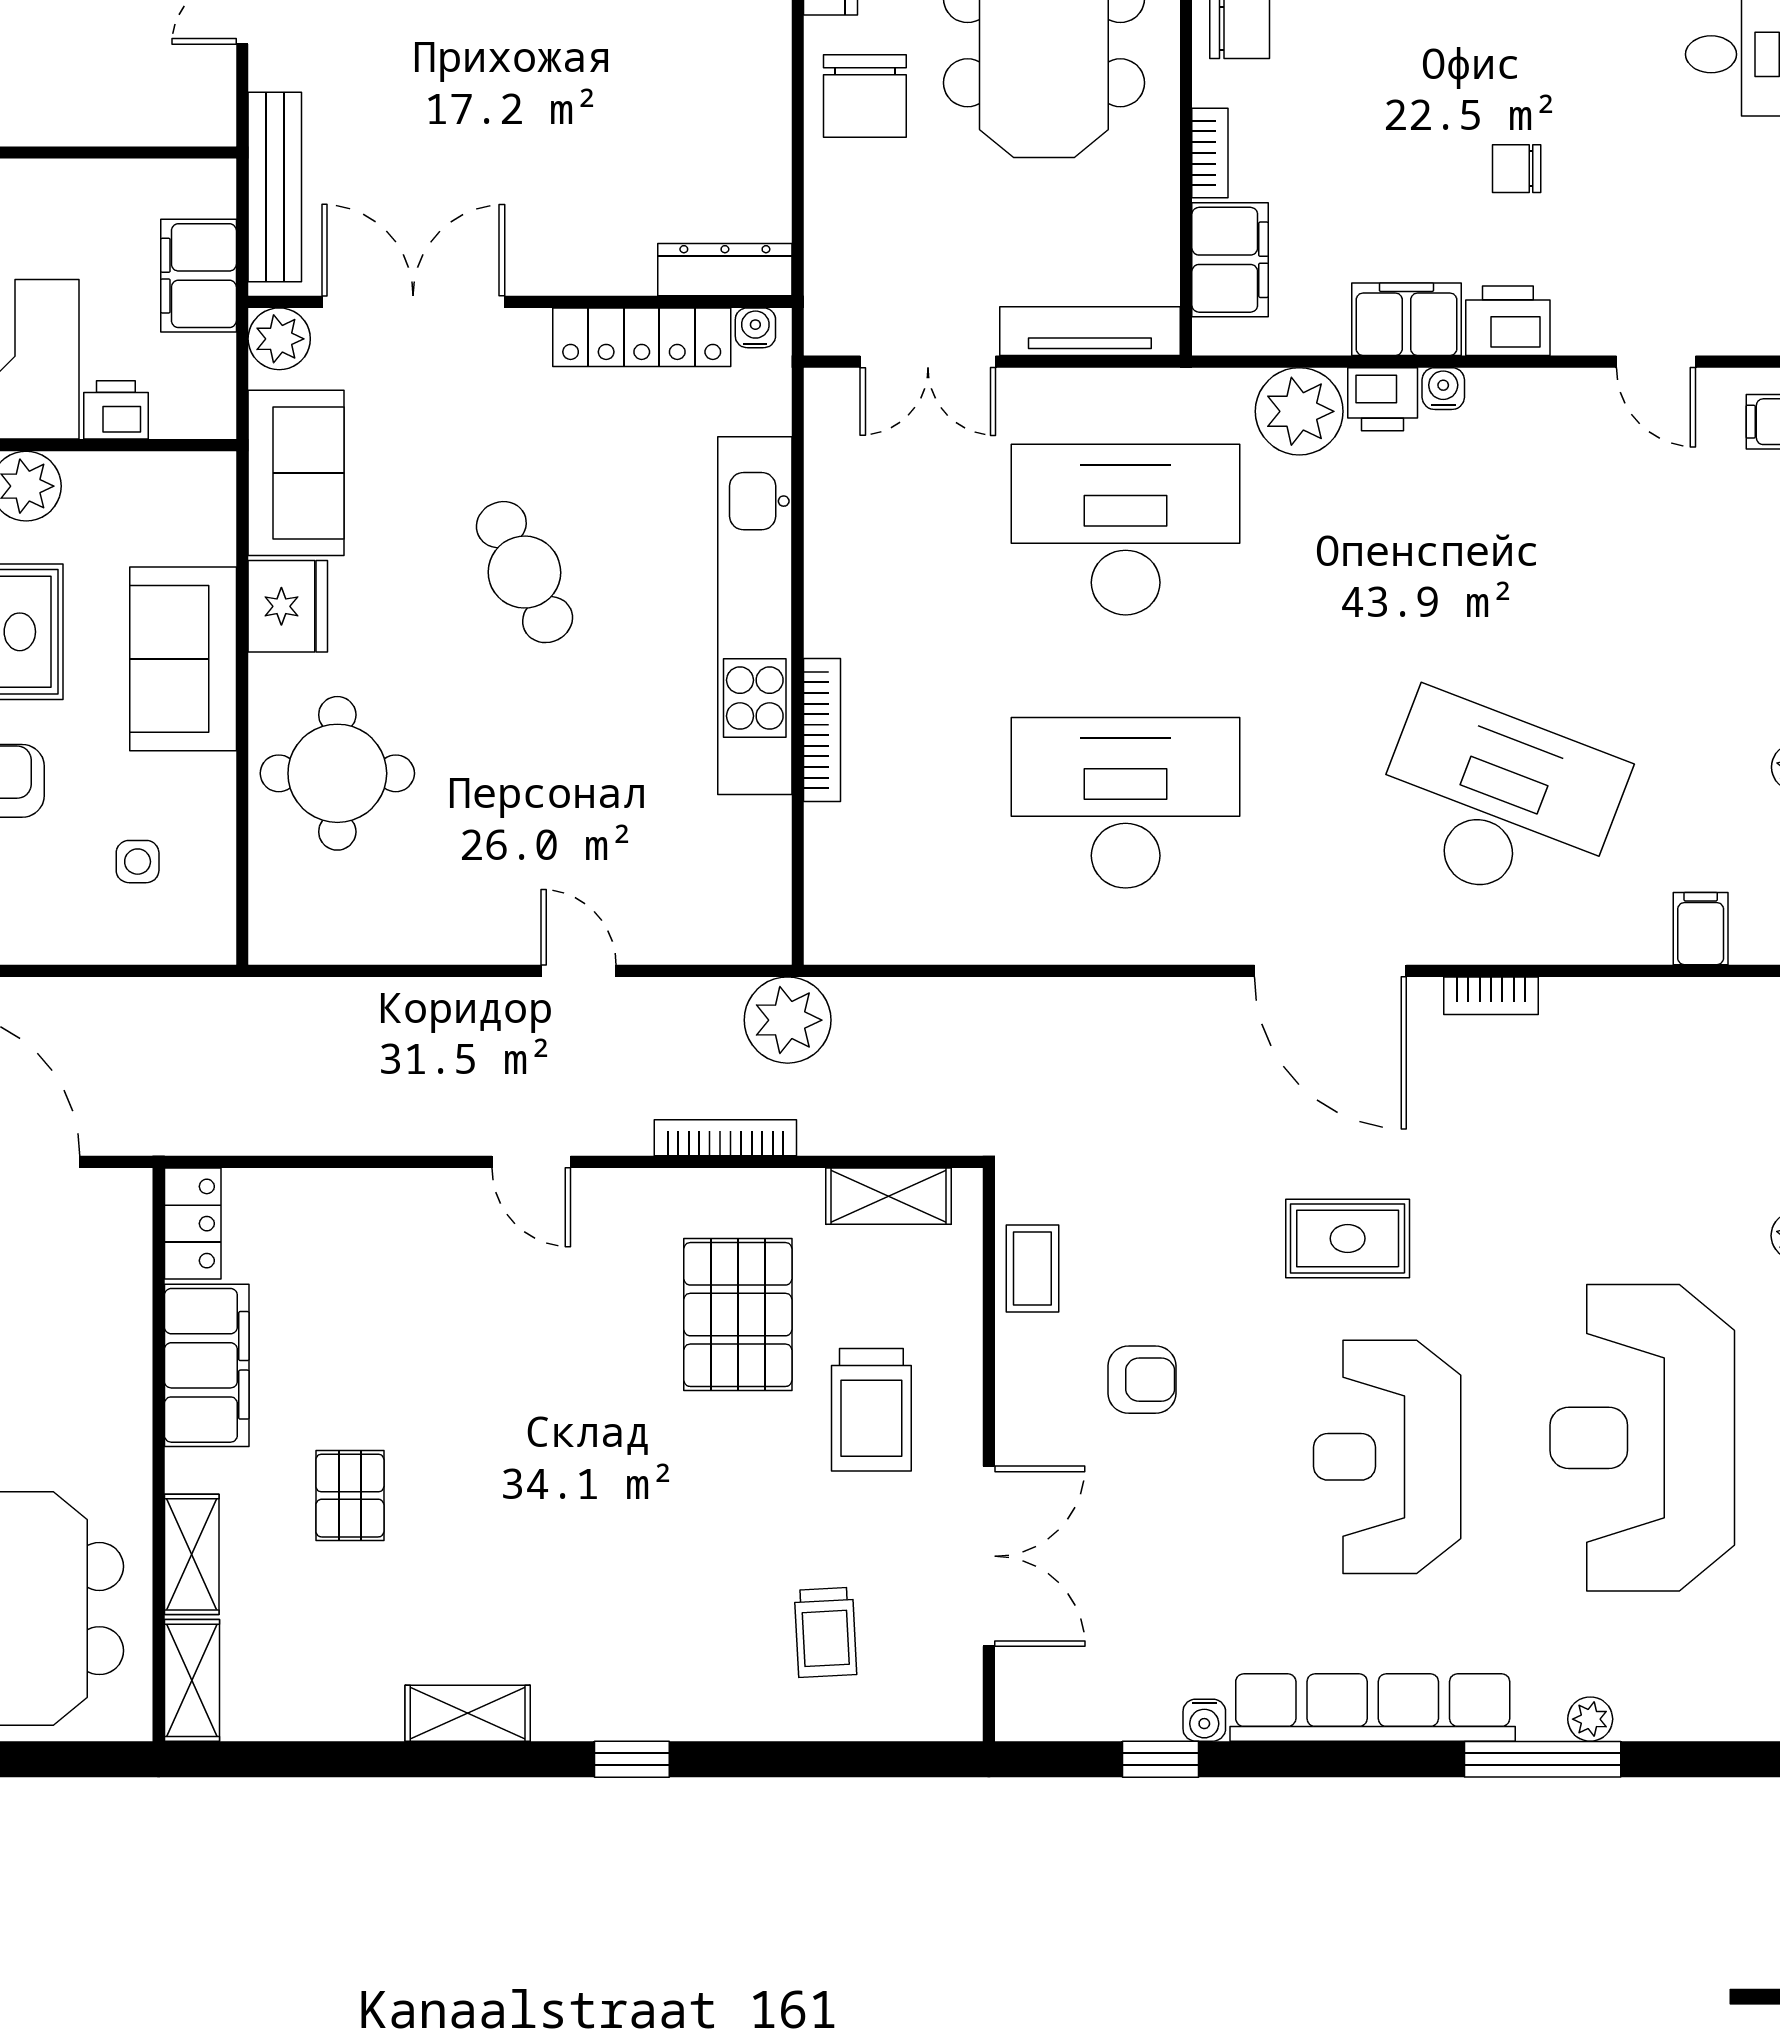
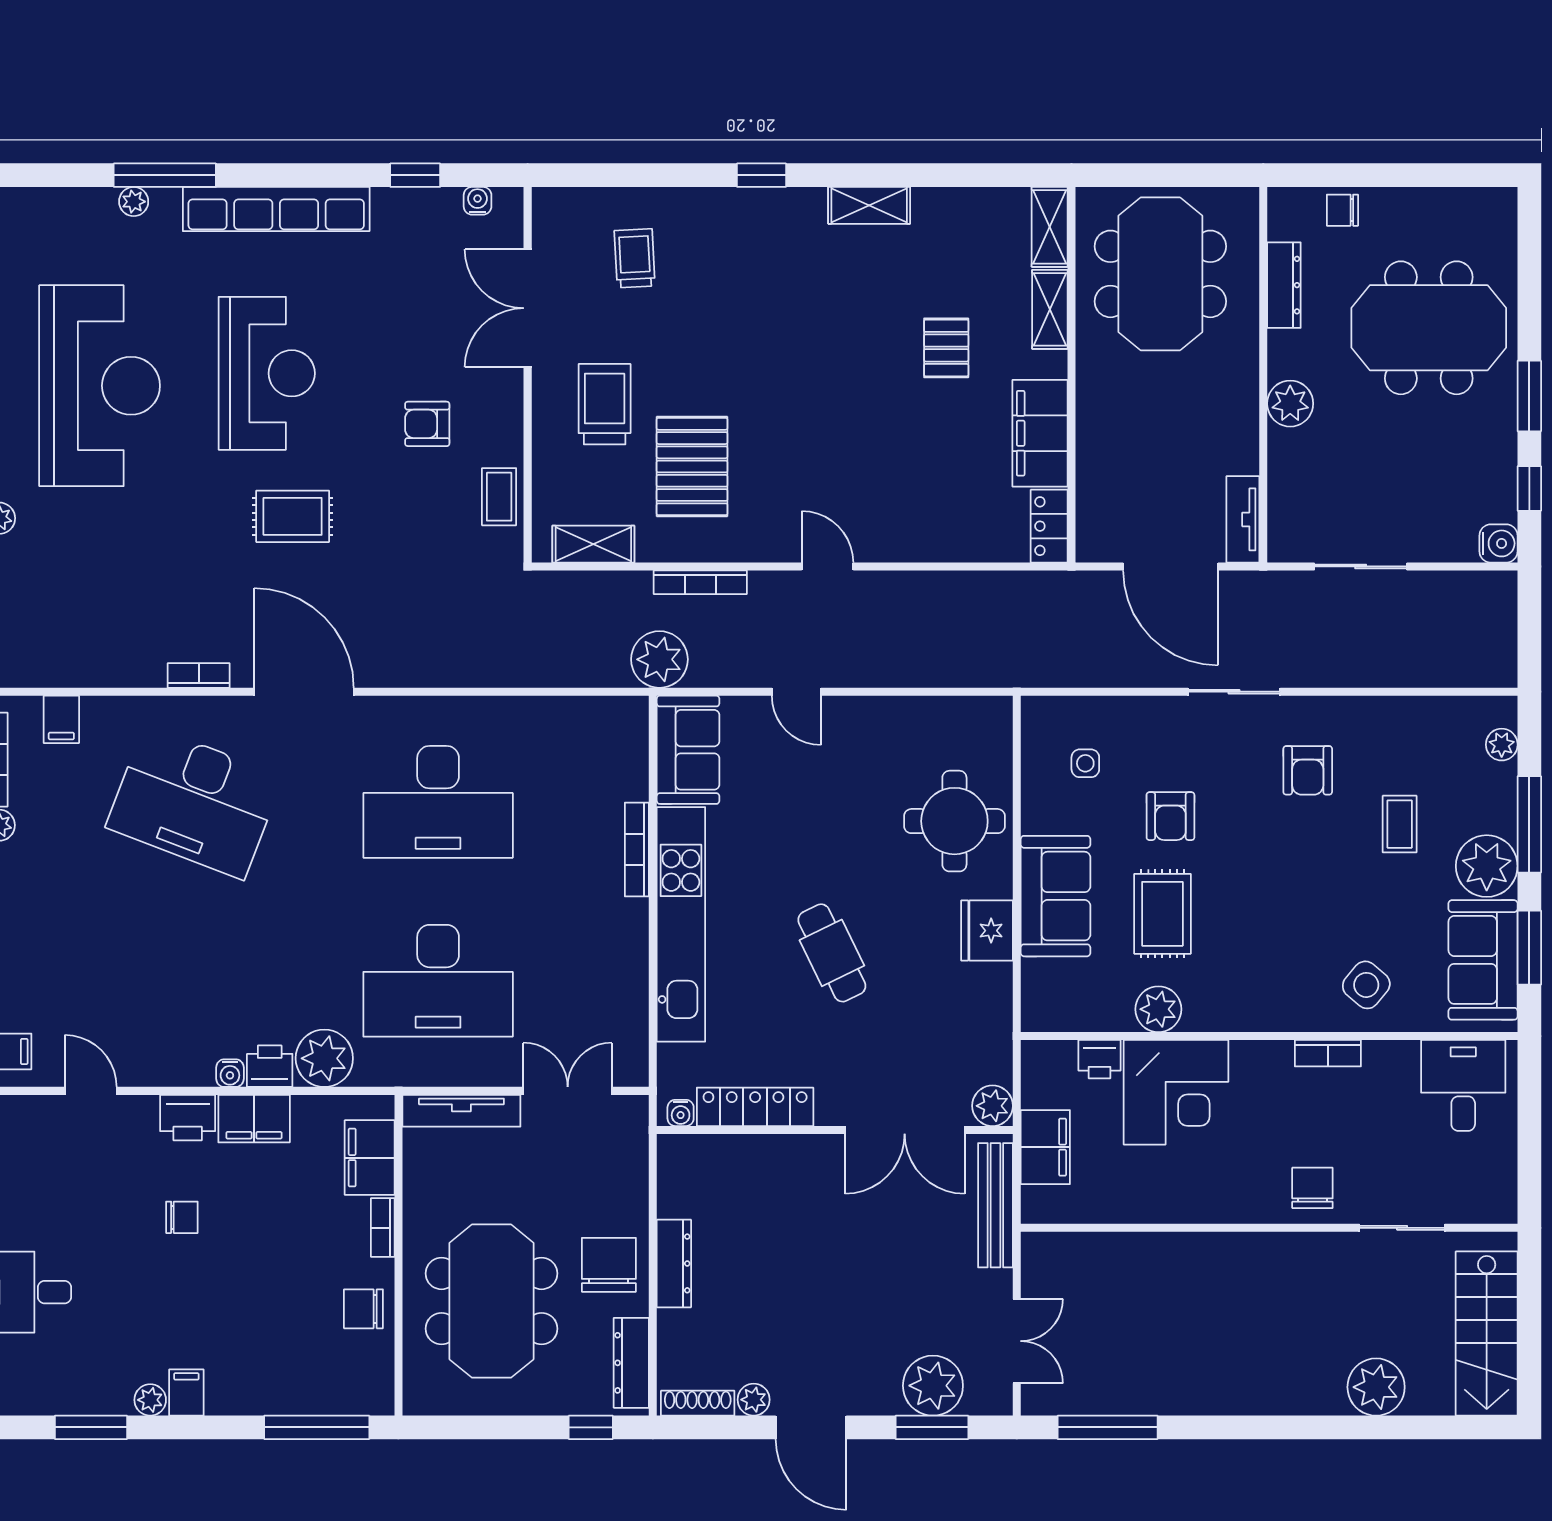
dresser: (725, 270) -> (674, 1263), moved, turned -90
sofa: (296, 473) -> (688, 750), moved, turned 180
water cooler: (1204, 1720) -> (478, 201), moved

